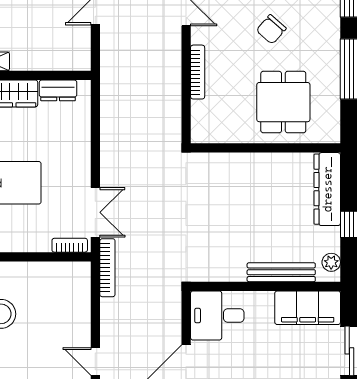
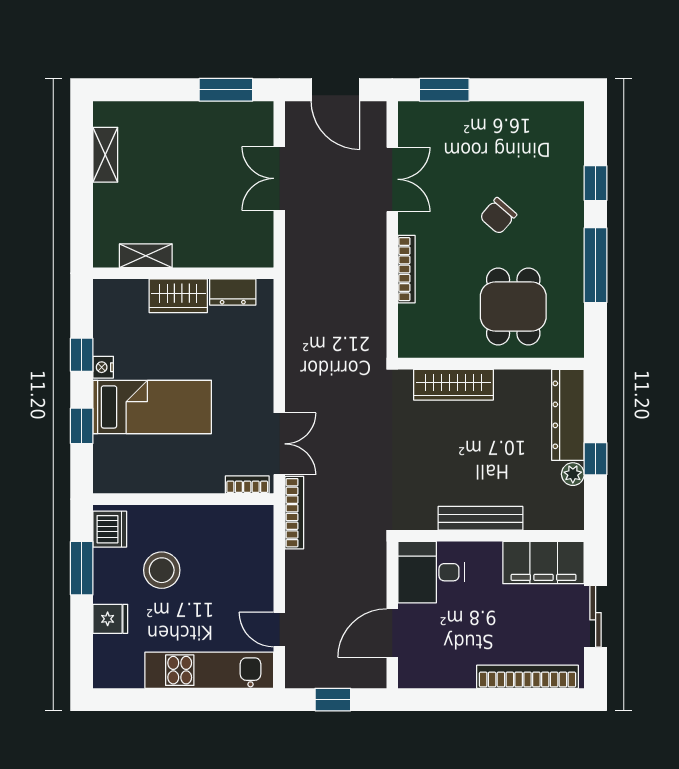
wardrobe: (235, 165) -> (453, 385), added
plant: (331, 262) -> (573, 474), moved
bench: (281, 272) -> (480, 518), moved

